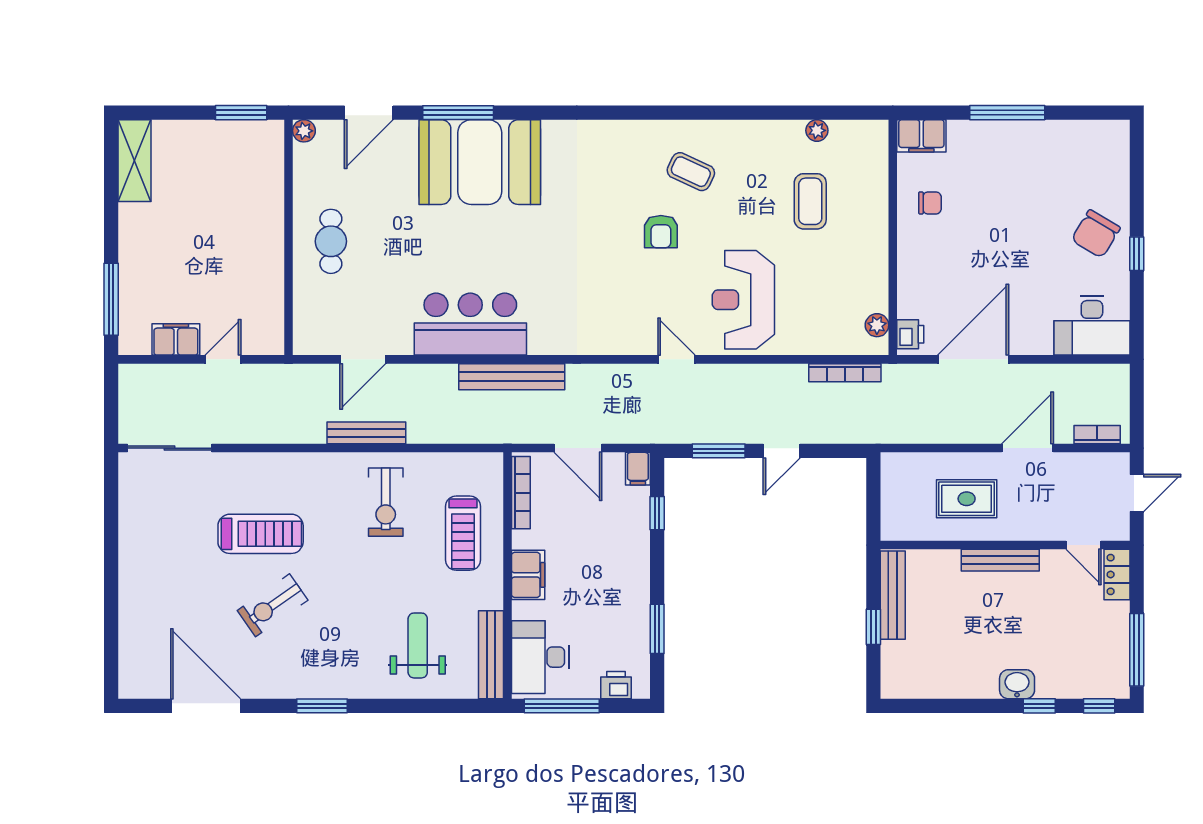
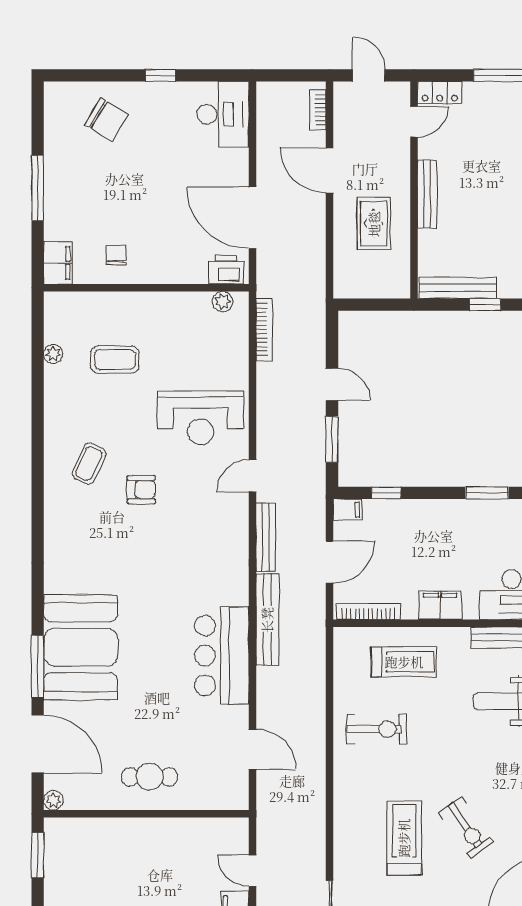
door: (369, 113) -> (38, 744), width x1.36
chair: (1096, 234) -> (106, 119), moved
printer: (910, 334) -> (226, 270), width x1.36, depth x1.24
bench: (366, 433) -> (266, 537), moved

